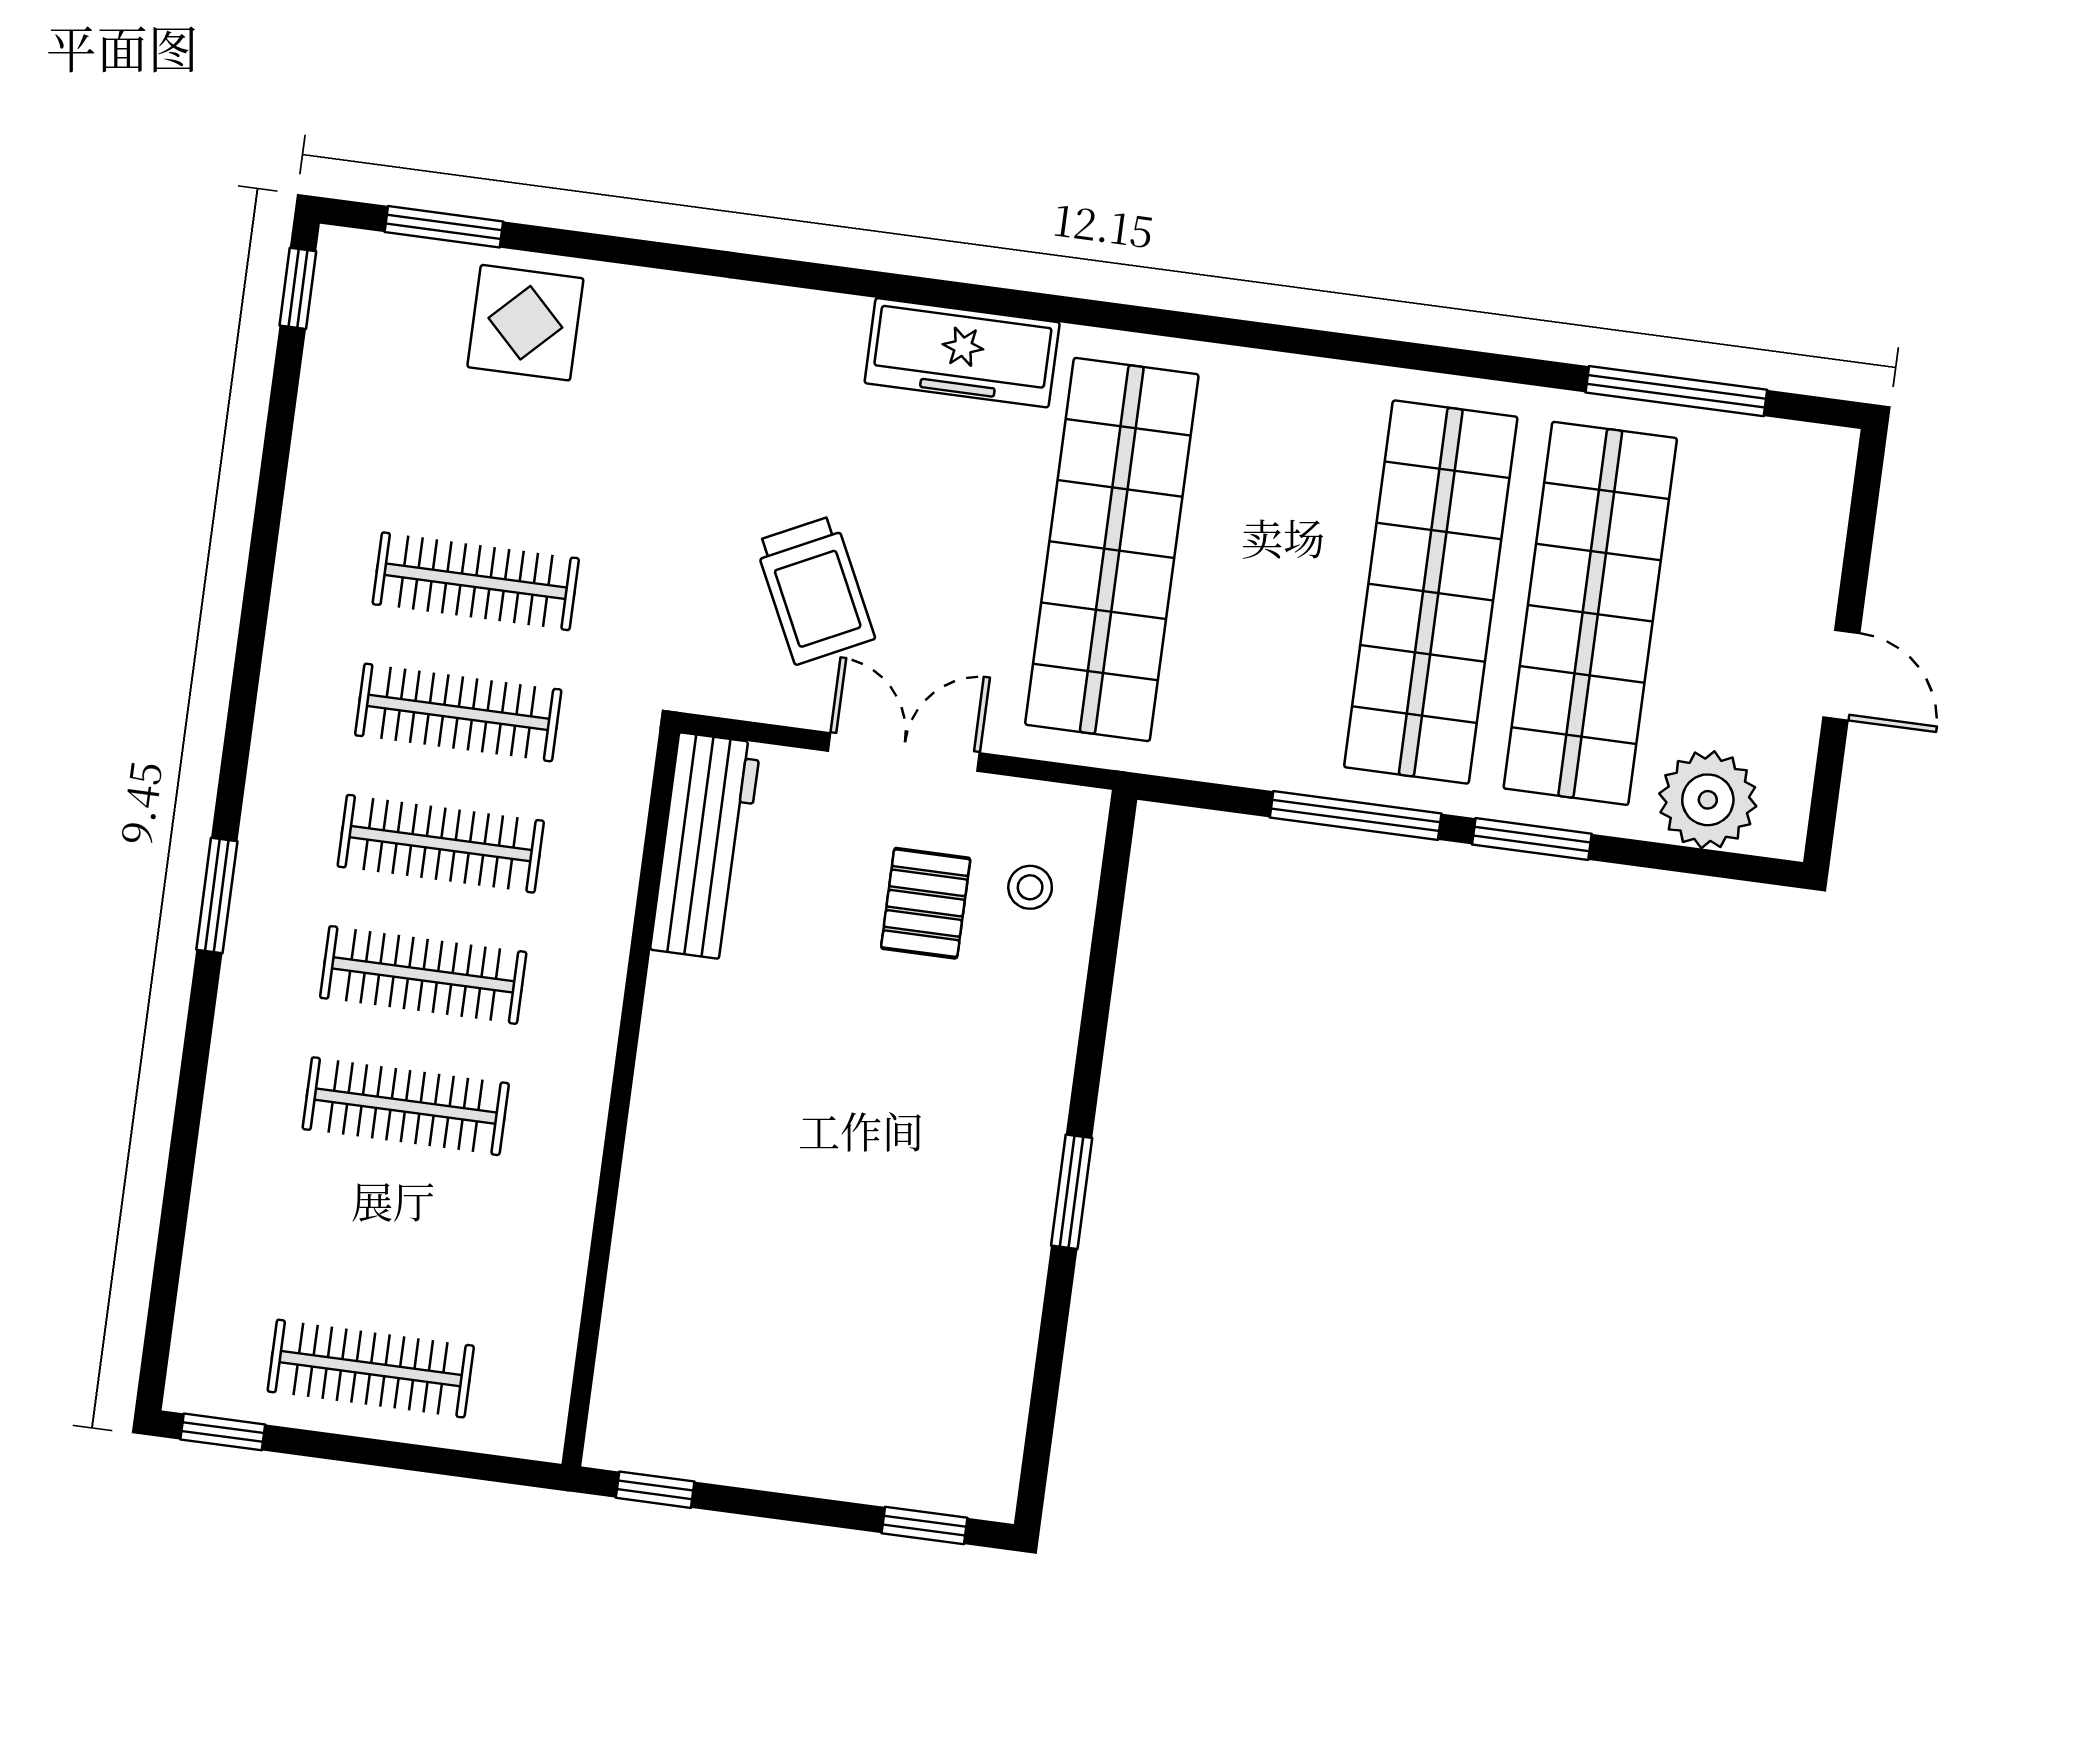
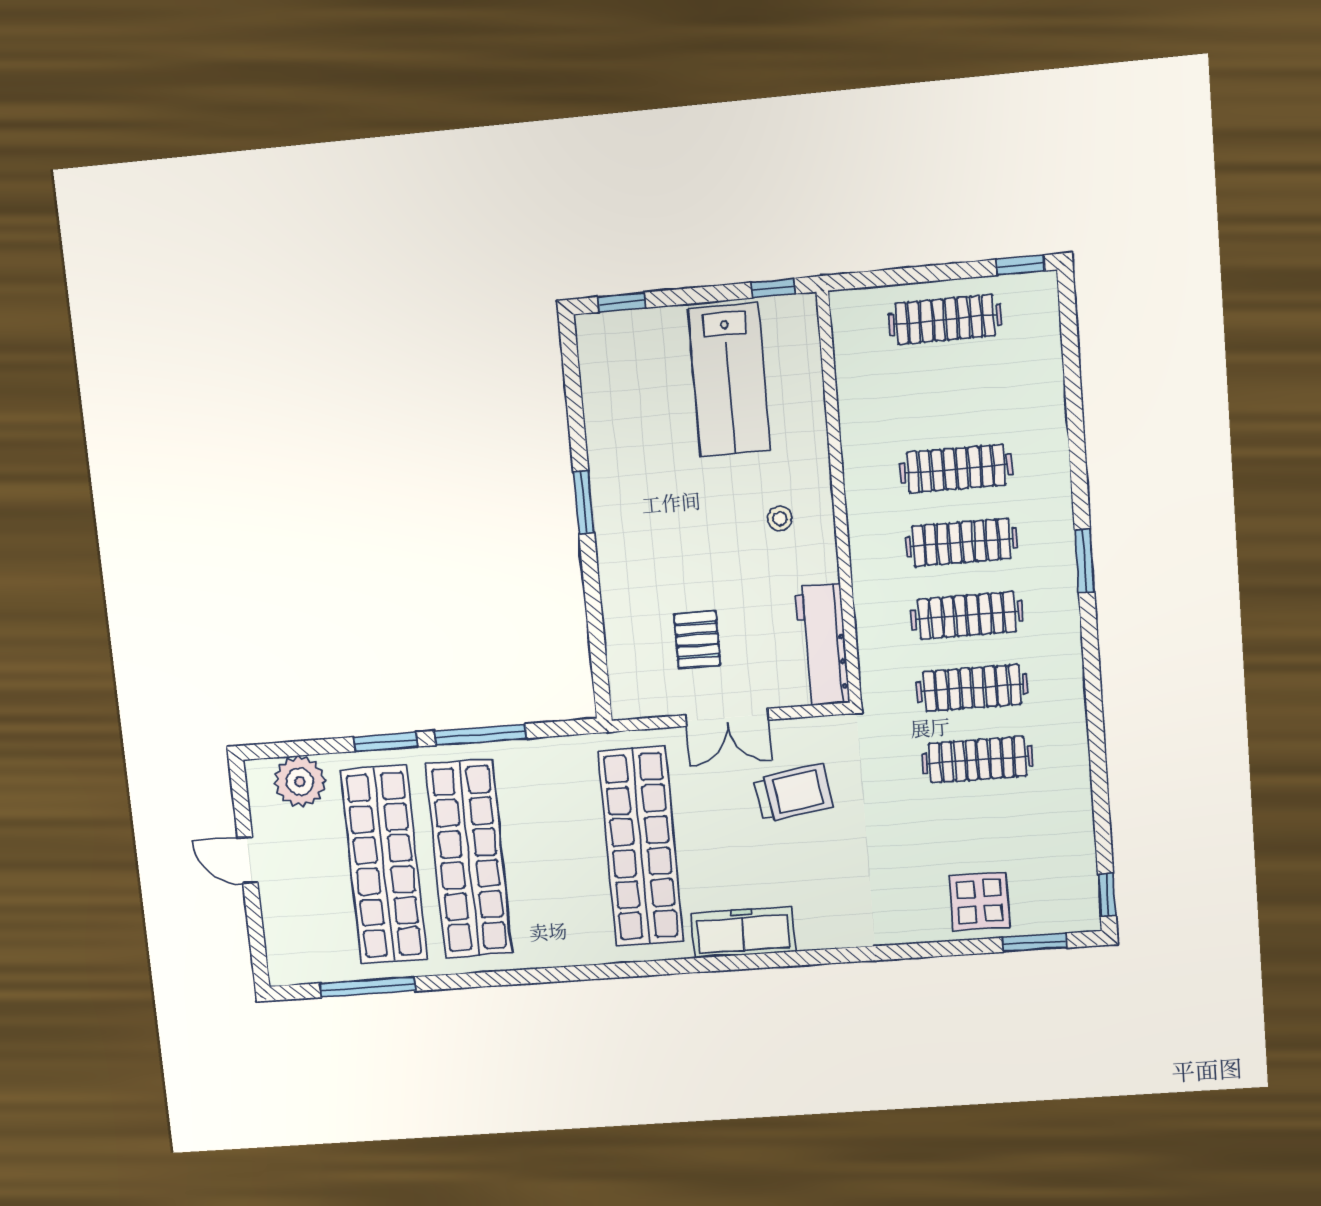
trolley: (815, 590) -> (794, 793), turned 107
stool: (1030, 887) -> (780, 519), moved
lab bench: (767, 1349) -> (729, 380), added

